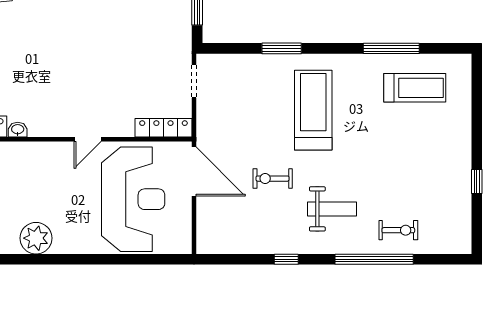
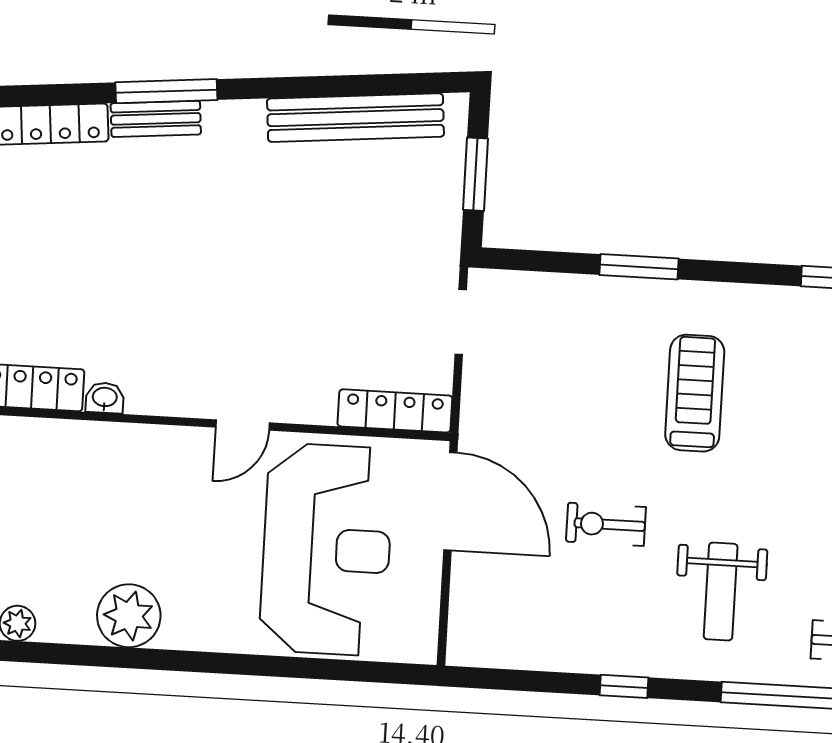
treadmill: (313, 110) -> (695, 393), width x0.73, depth x0.73
weight bench: (332, 209) -> (721, 592), turned 90

